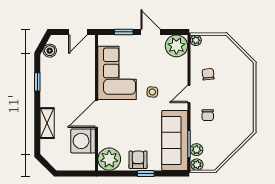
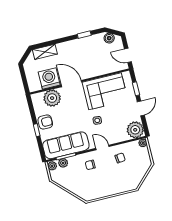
shelving: (47, 123) -> (45, 52), moved
plant: (109, 159) -> (52, 98), moved

